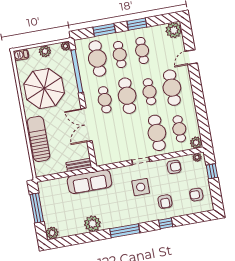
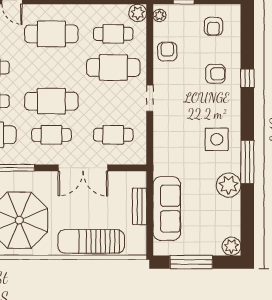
cafe table: (149, 92) -> (113, 135), moved
bench: (79, 165) -> (139, 206), moved
sofa: (89, 182) -> (167, 209), moved
side table: (141, 187) -> (217, 139), moved
window: (125, 231) -> (247, 162), moved

